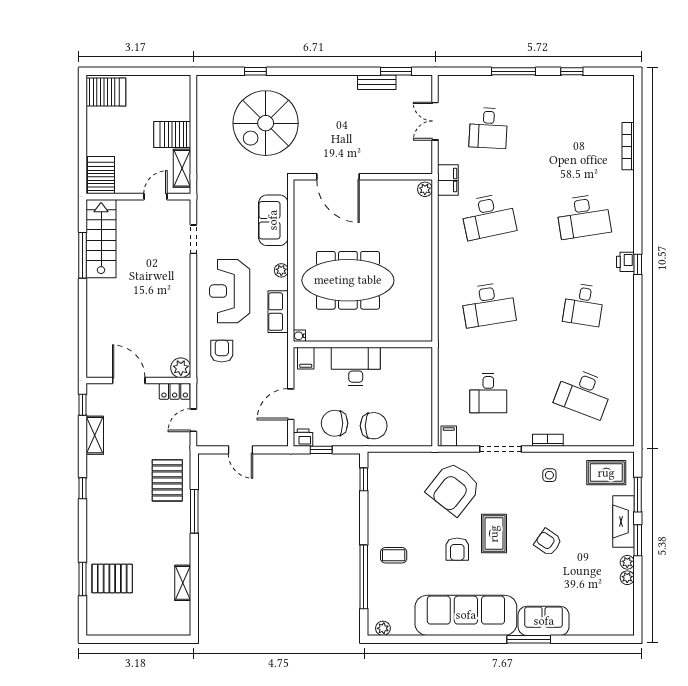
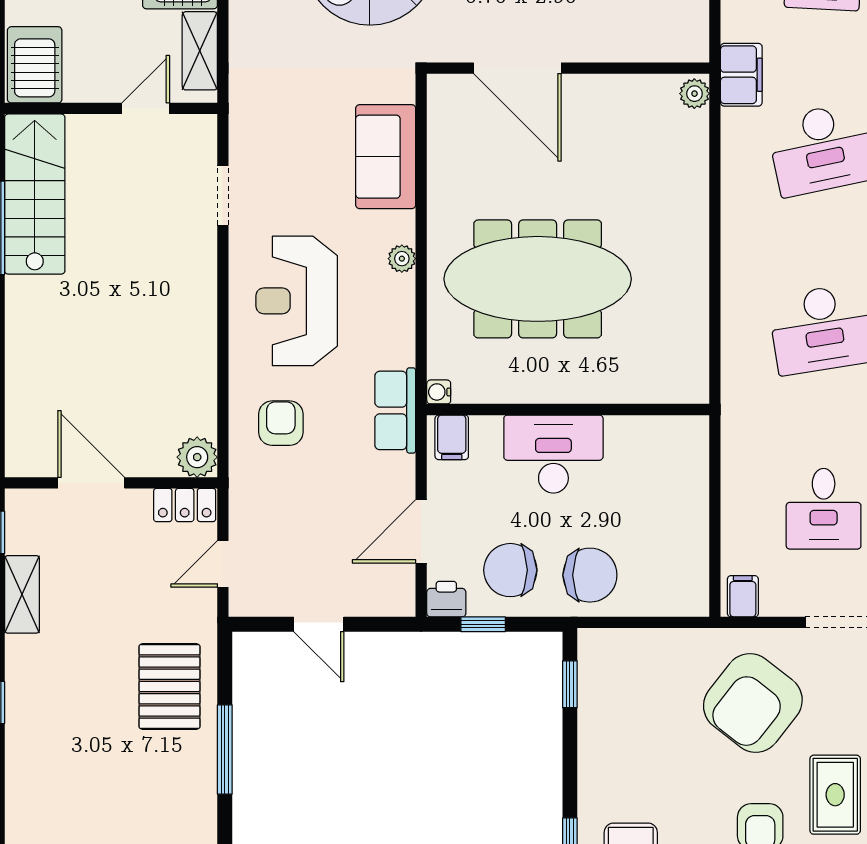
row of seats: (278, 312) -> (395, 410), moved

